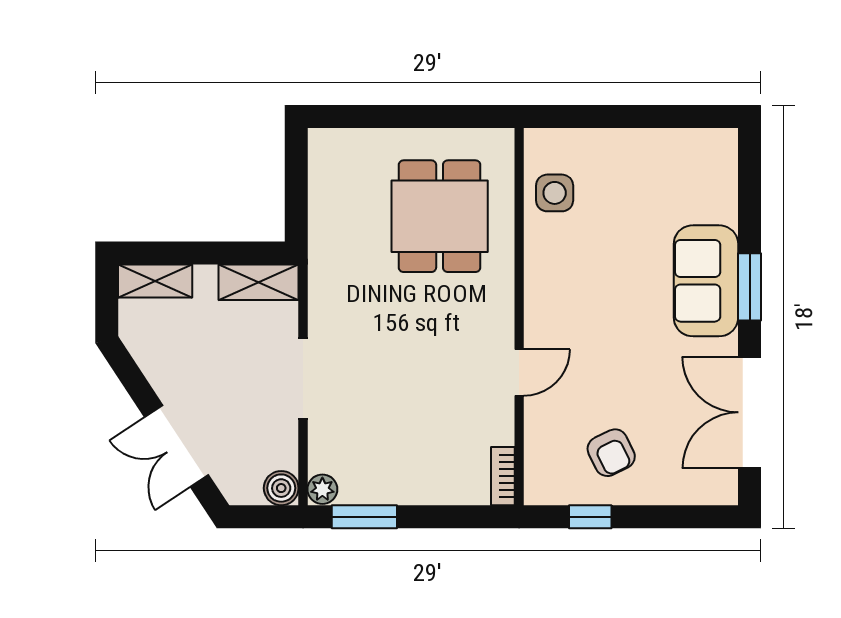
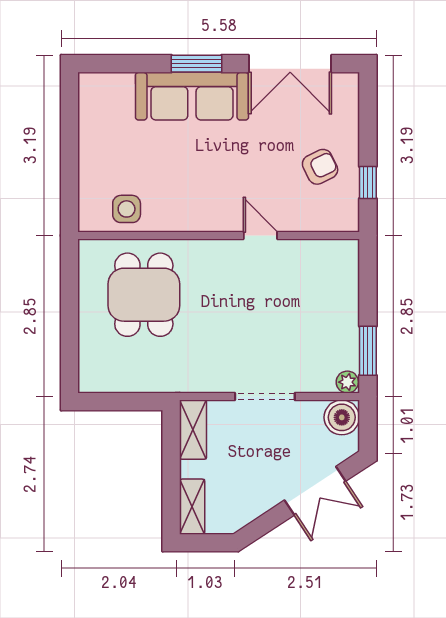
dining table: (440, 216) -> (144, 295), turned 90
sofa: (706, 281) -> (192, 96), width x1.36
bookcase: (503, 476) -> (338, 248), removed
boiler: (281, 488) -> (342, 417), width x1.36, depth x1.36

